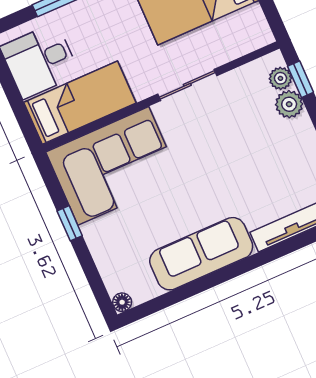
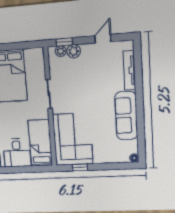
window: (70, 223) -> (80, 167), moved

